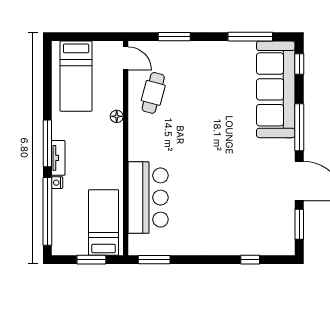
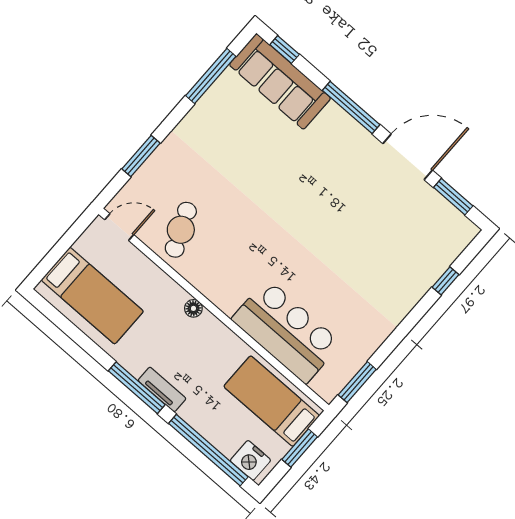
sofa: (276, 89) -> (280, 81), width x0.74, depth x0.79
cafe table: (153, 93) -> (181, 230), turned 52
floor lamp: (117, 116) -> (193, 308), moved
nightstand: (57, 183) -> (250, 460), moved, width x1.89, depth x1.79

